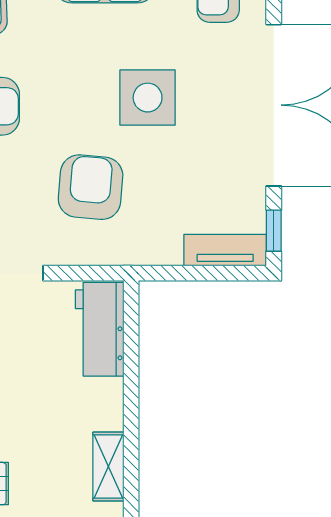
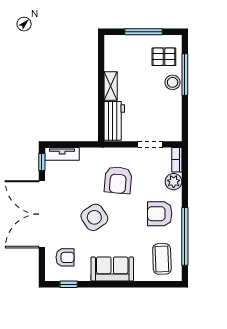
side table: (148, 98) -> (94, 217), turned -33
shelving: (108, 466) -> (111, 86), moved

